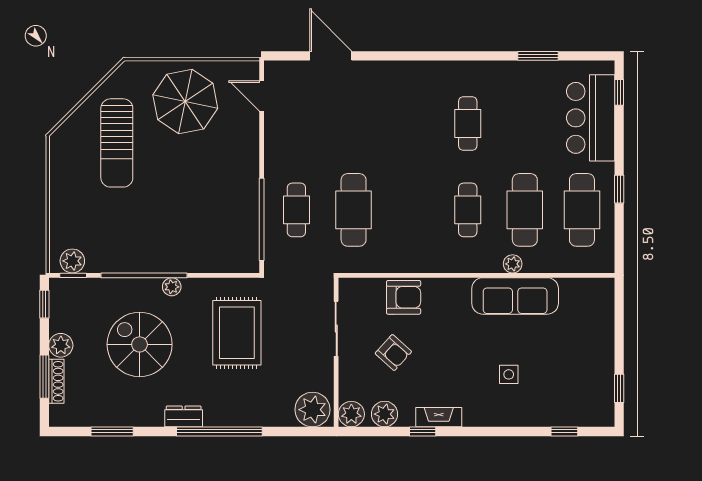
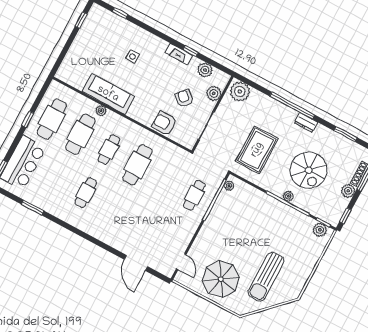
sun lounger: (117, 143) -> (266, 277), turned 180
cafe table: (354, 210) -> (137, 165), moved
plant: (251, 254) -> (229, 186), added
plant: (172, 287) -> (288, 196), moved
plant: (351, 414) -> (214, 93), moved

